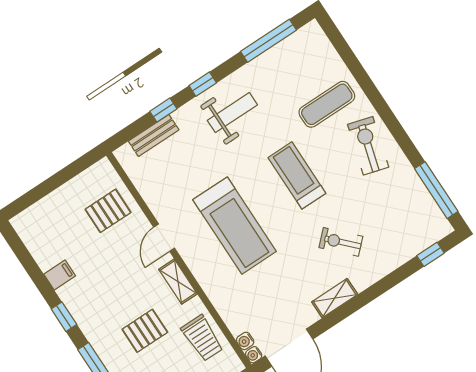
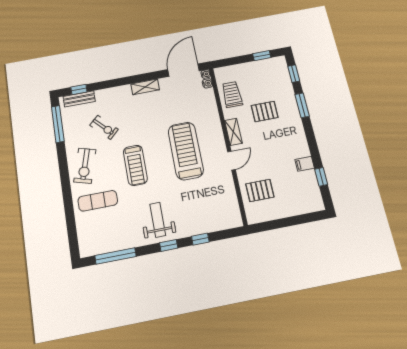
weight bench: (232, 113) -> (158, 220), turned 90
bench: (154, 135) -> (79, 99), moved
exercise bike: (341, 242) -> (104, 127), moved
window: (64, 317) -> (321, 177), moved

